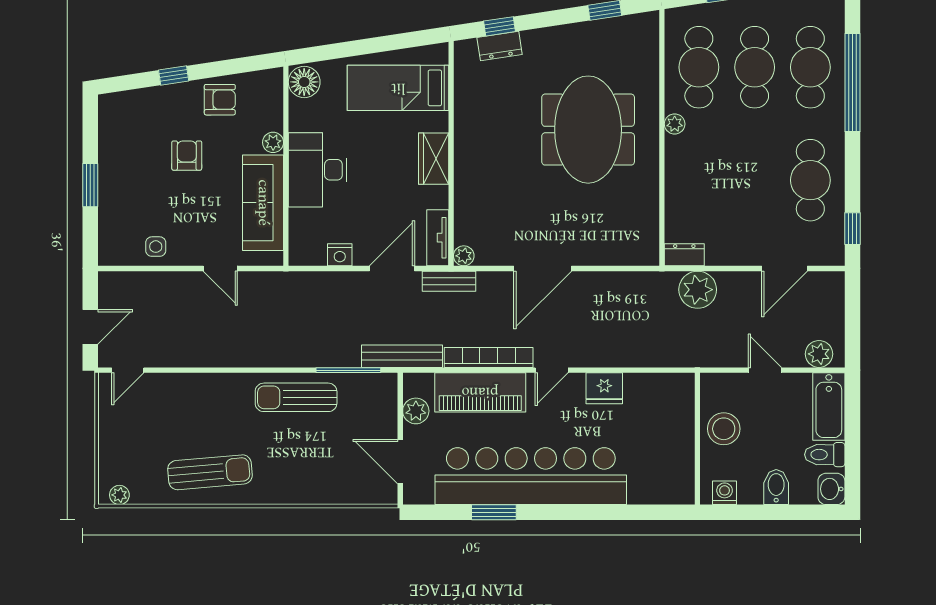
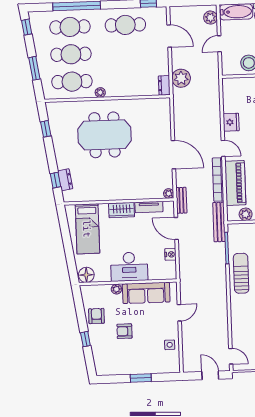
tv unit: (438, 238) -> (149, 207), moved
sun lounger: (296, 397) -> (241, 273), turned 180

